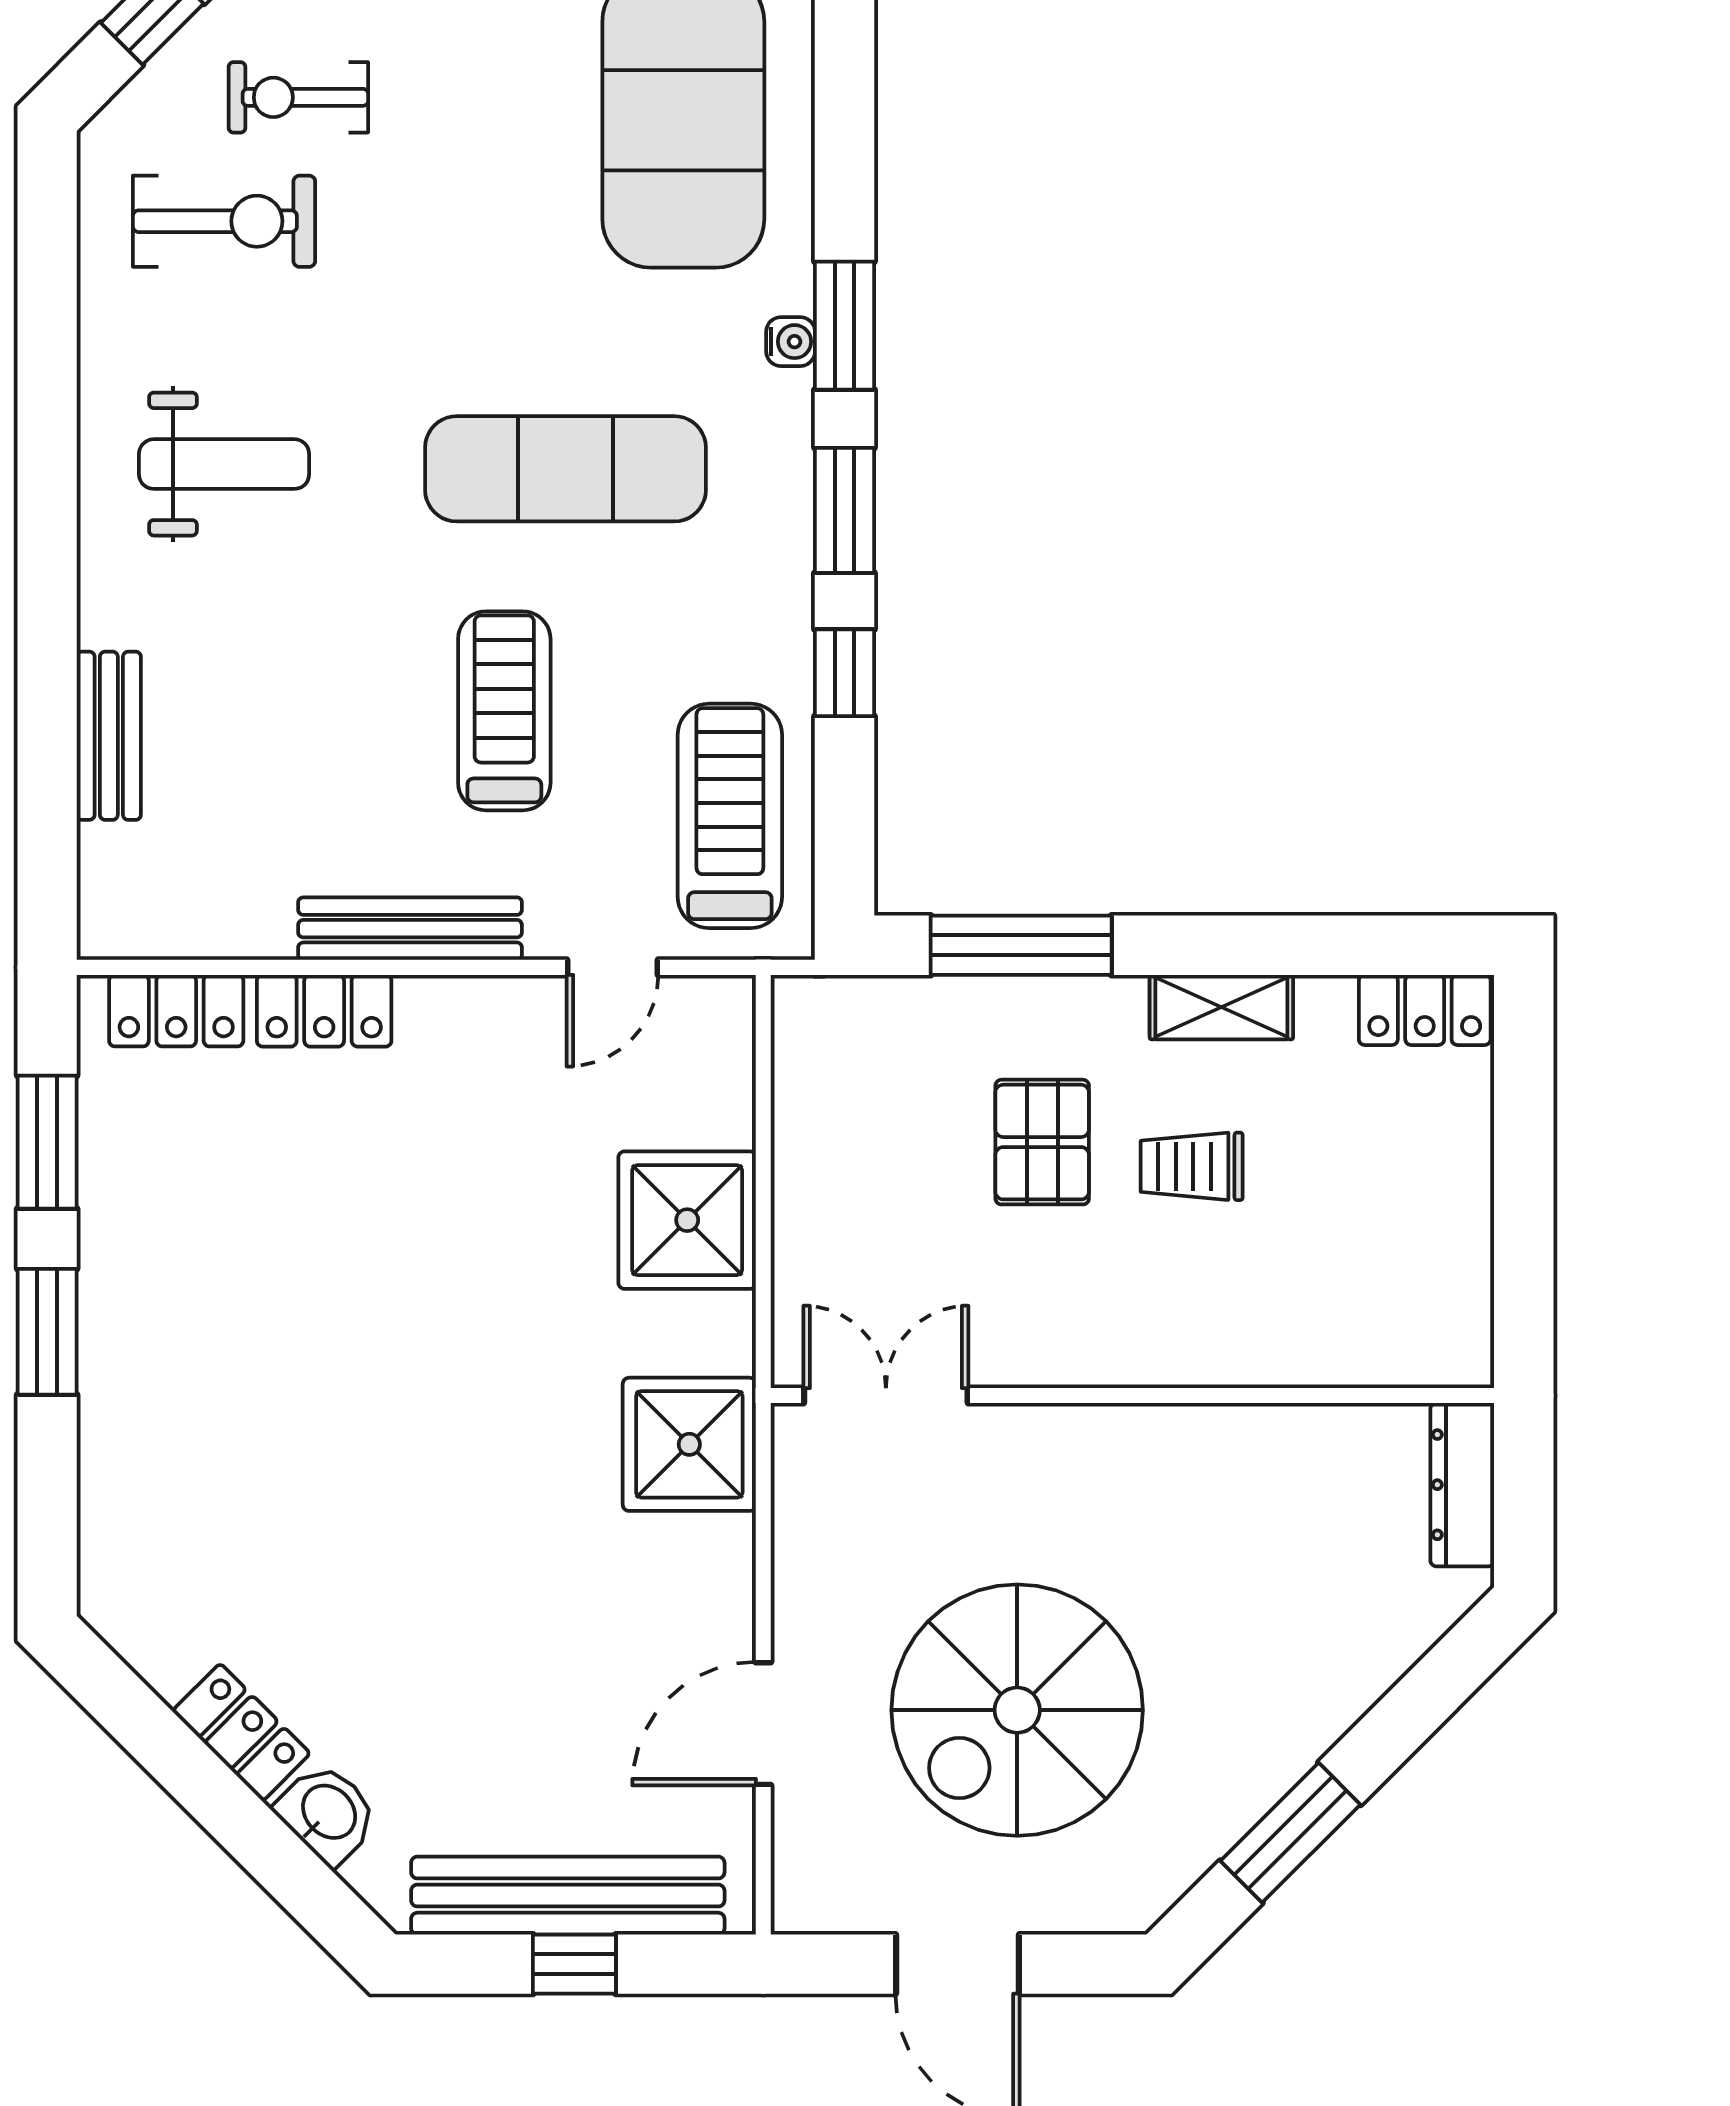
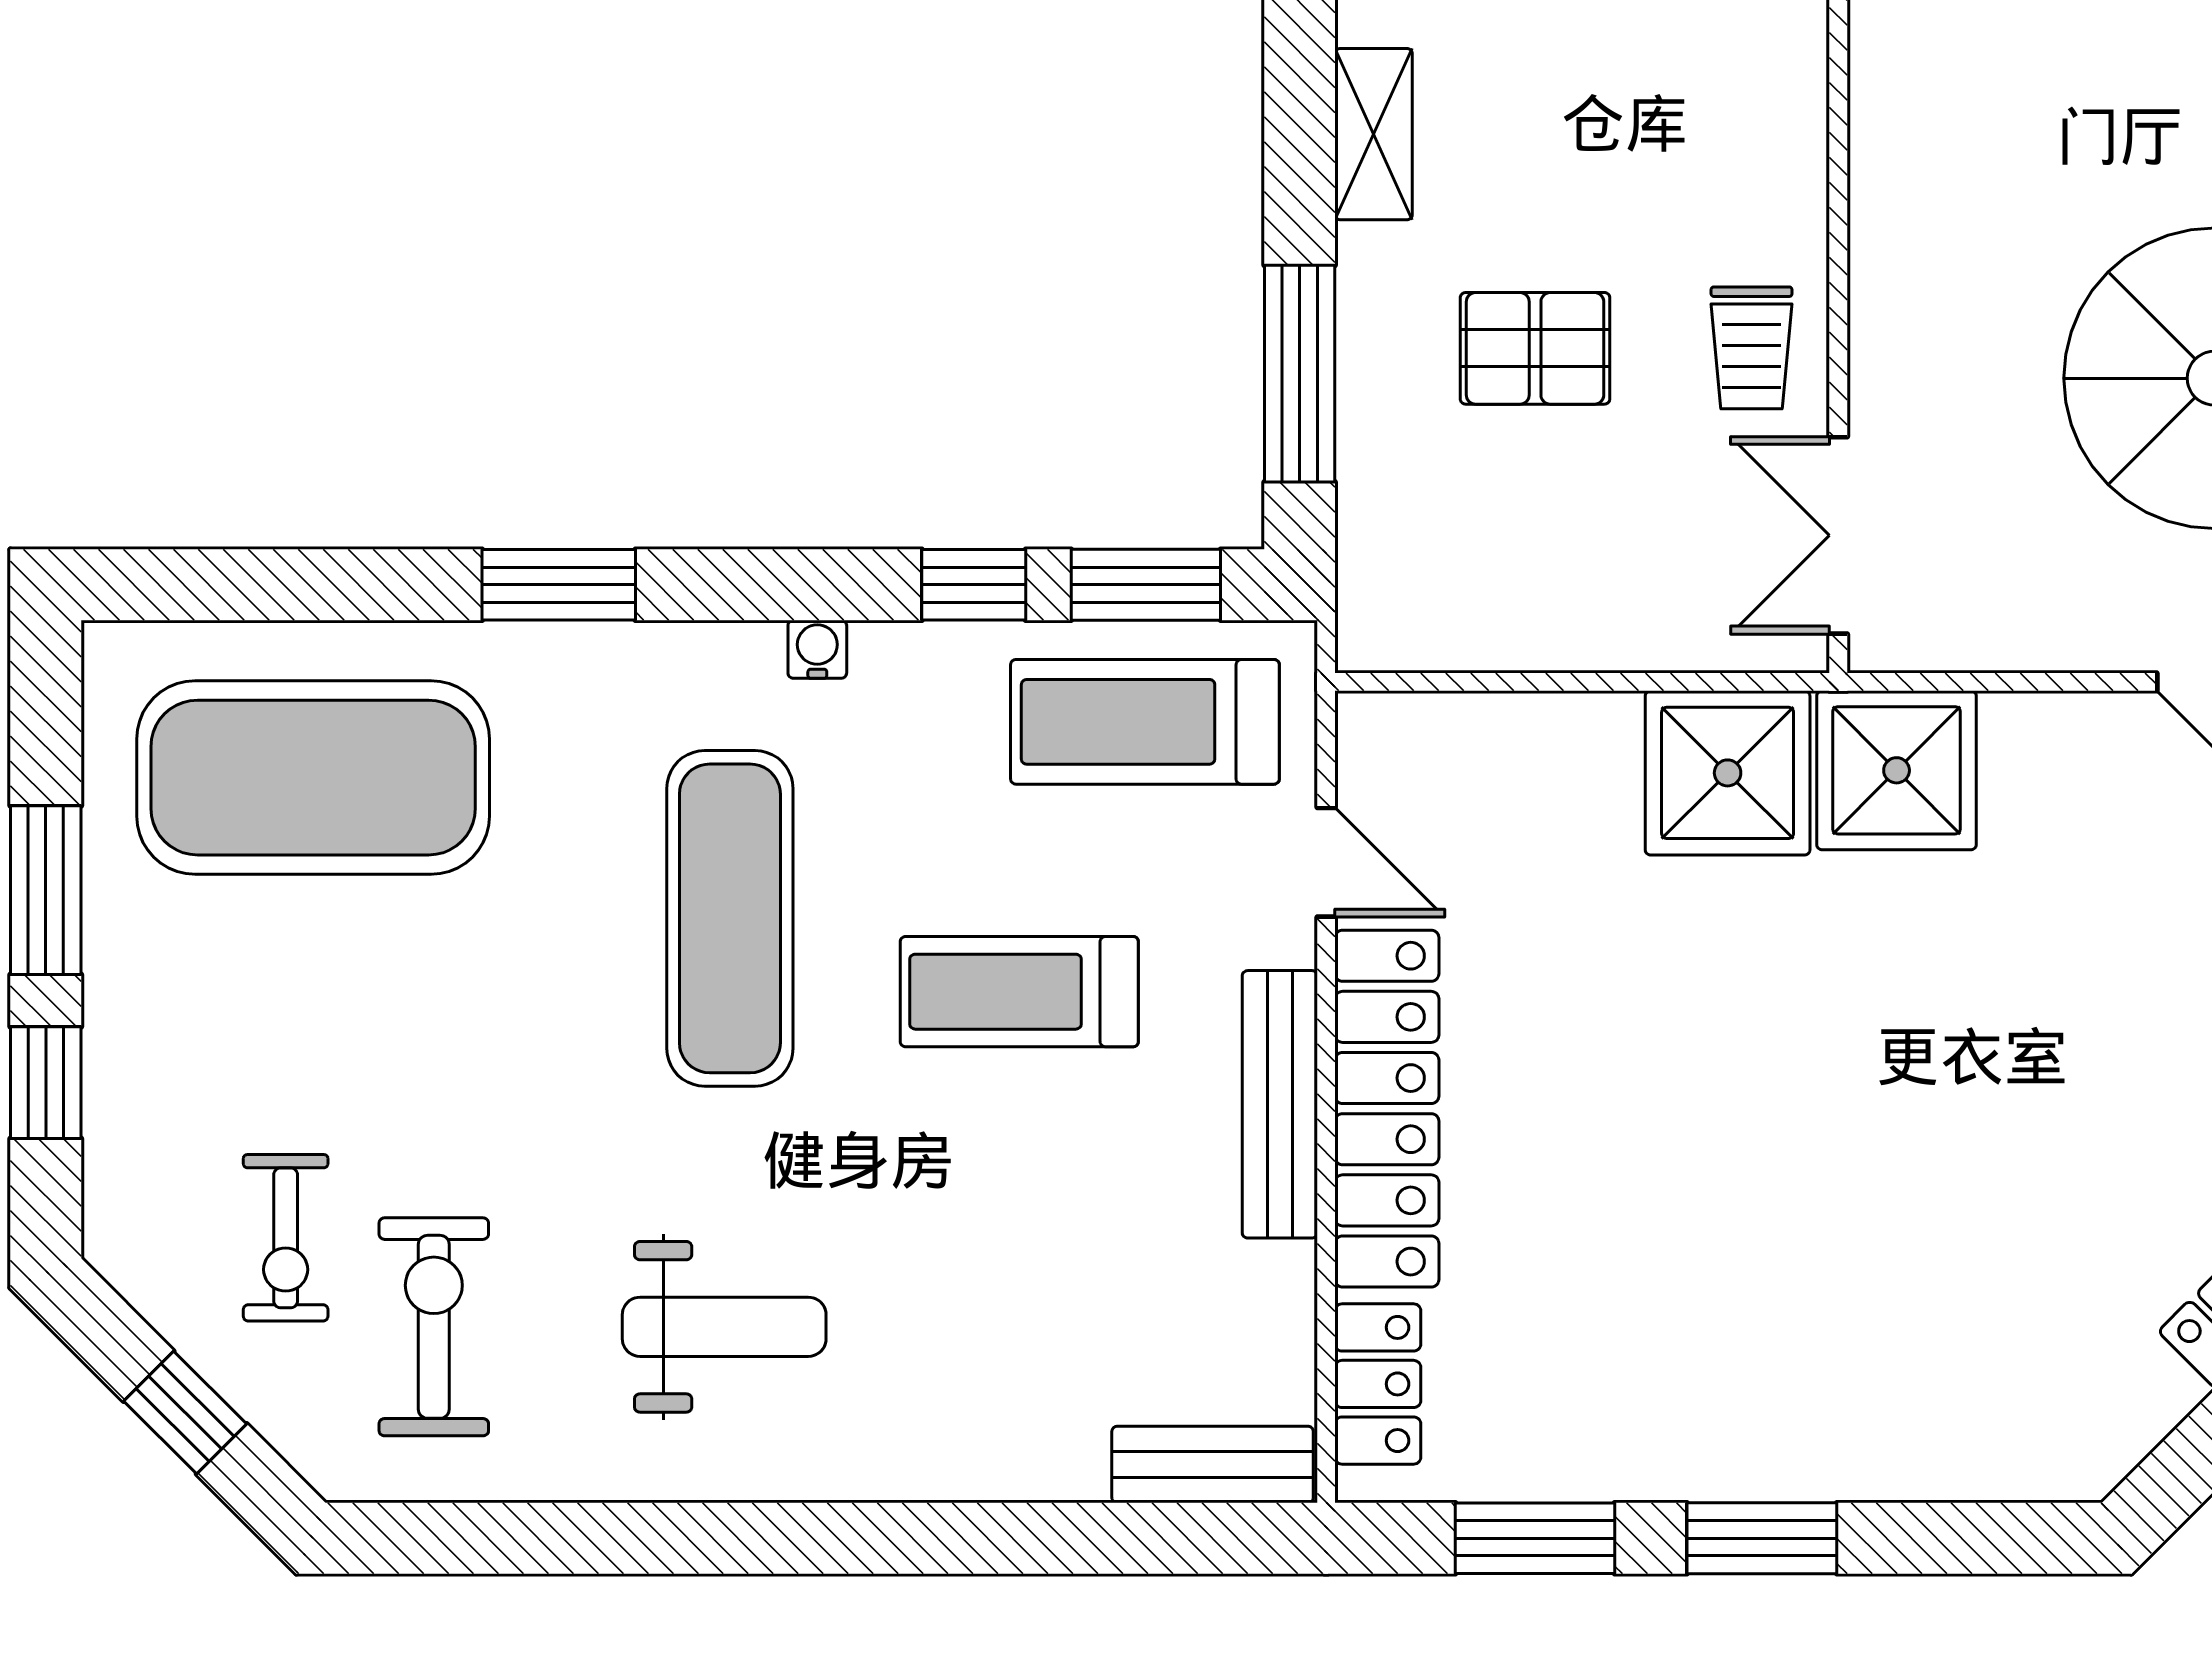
water cooler: (791, 342) -> (817, 649), moved
weight bench: (224, 464) -> (724, 1327), turned 90
window: (845, 510) -> (1146, 585), moved
bench: (109, 736) -> (1213, 1465), moved
locker: (324, 1011) -> (1387, 1109), width x2.16, depth x1.21
trolley: (1192, 1166) -> (1752, 348), moved
shower: (687, 1220) -> (1728, 773), moved

